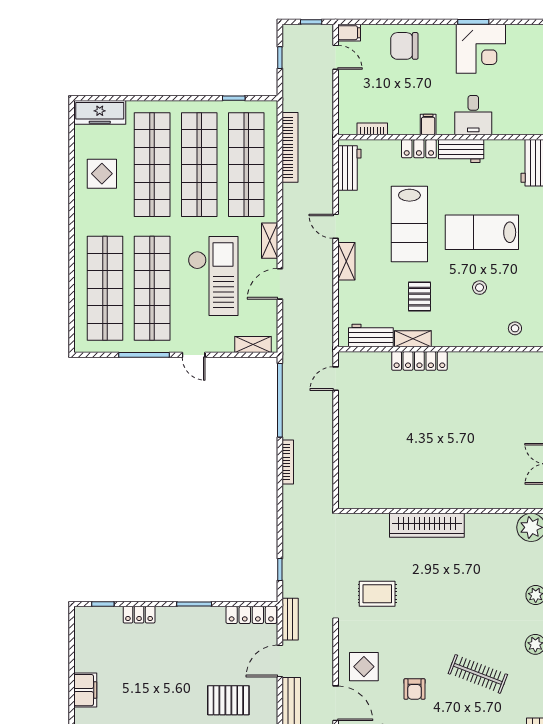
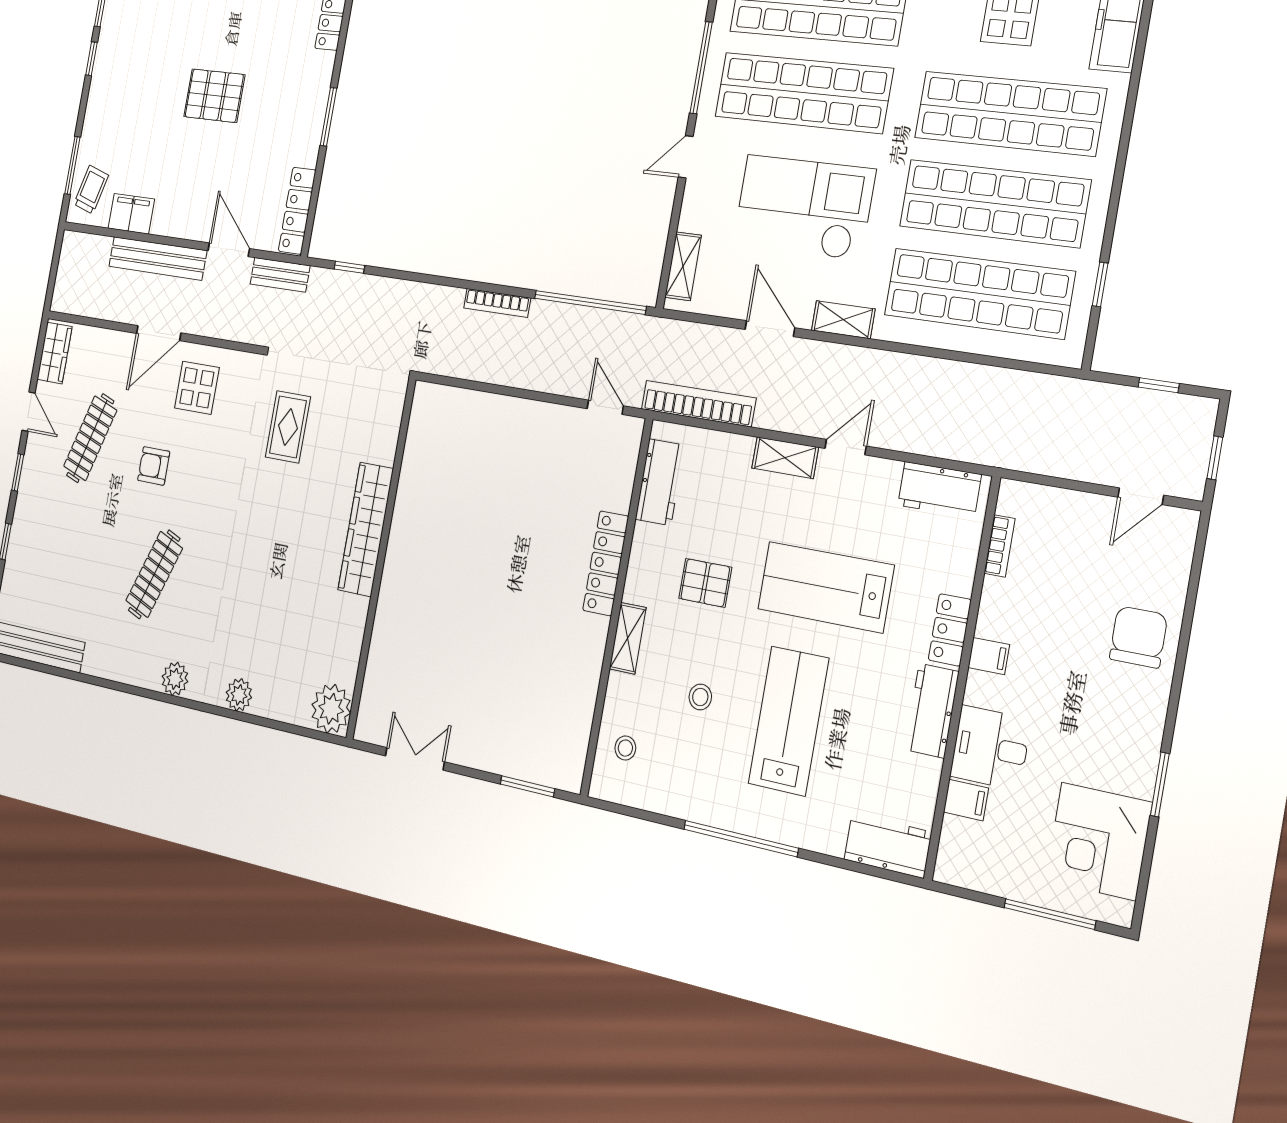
filing cabinet: (349, 33) -> (966, 800), moved, turned -90
corner desk: (481, 49) -> (1099, 841), moved
bookcase: (290, 147) -> (698, 404), moved, turned 180
checkout: (213, 276) -> (804, 207), turned 180
shelving: (413, 339) -> (628, 638), moved
pallet: (228, 700) -> (214, 96), moved, turned 90

